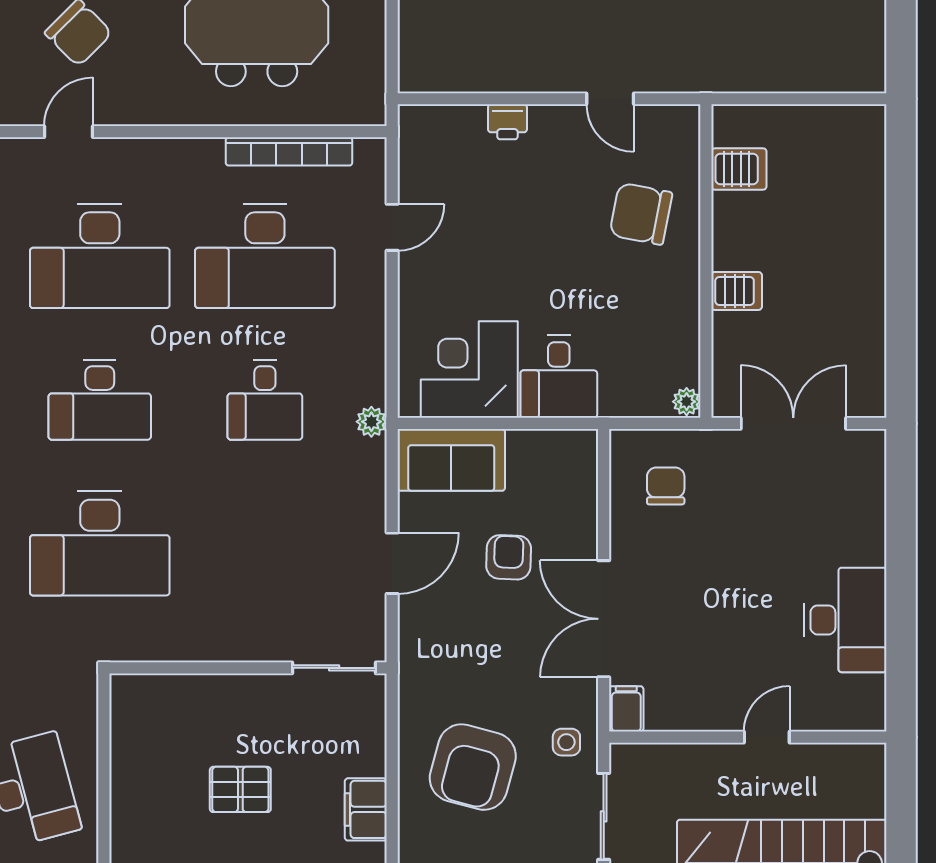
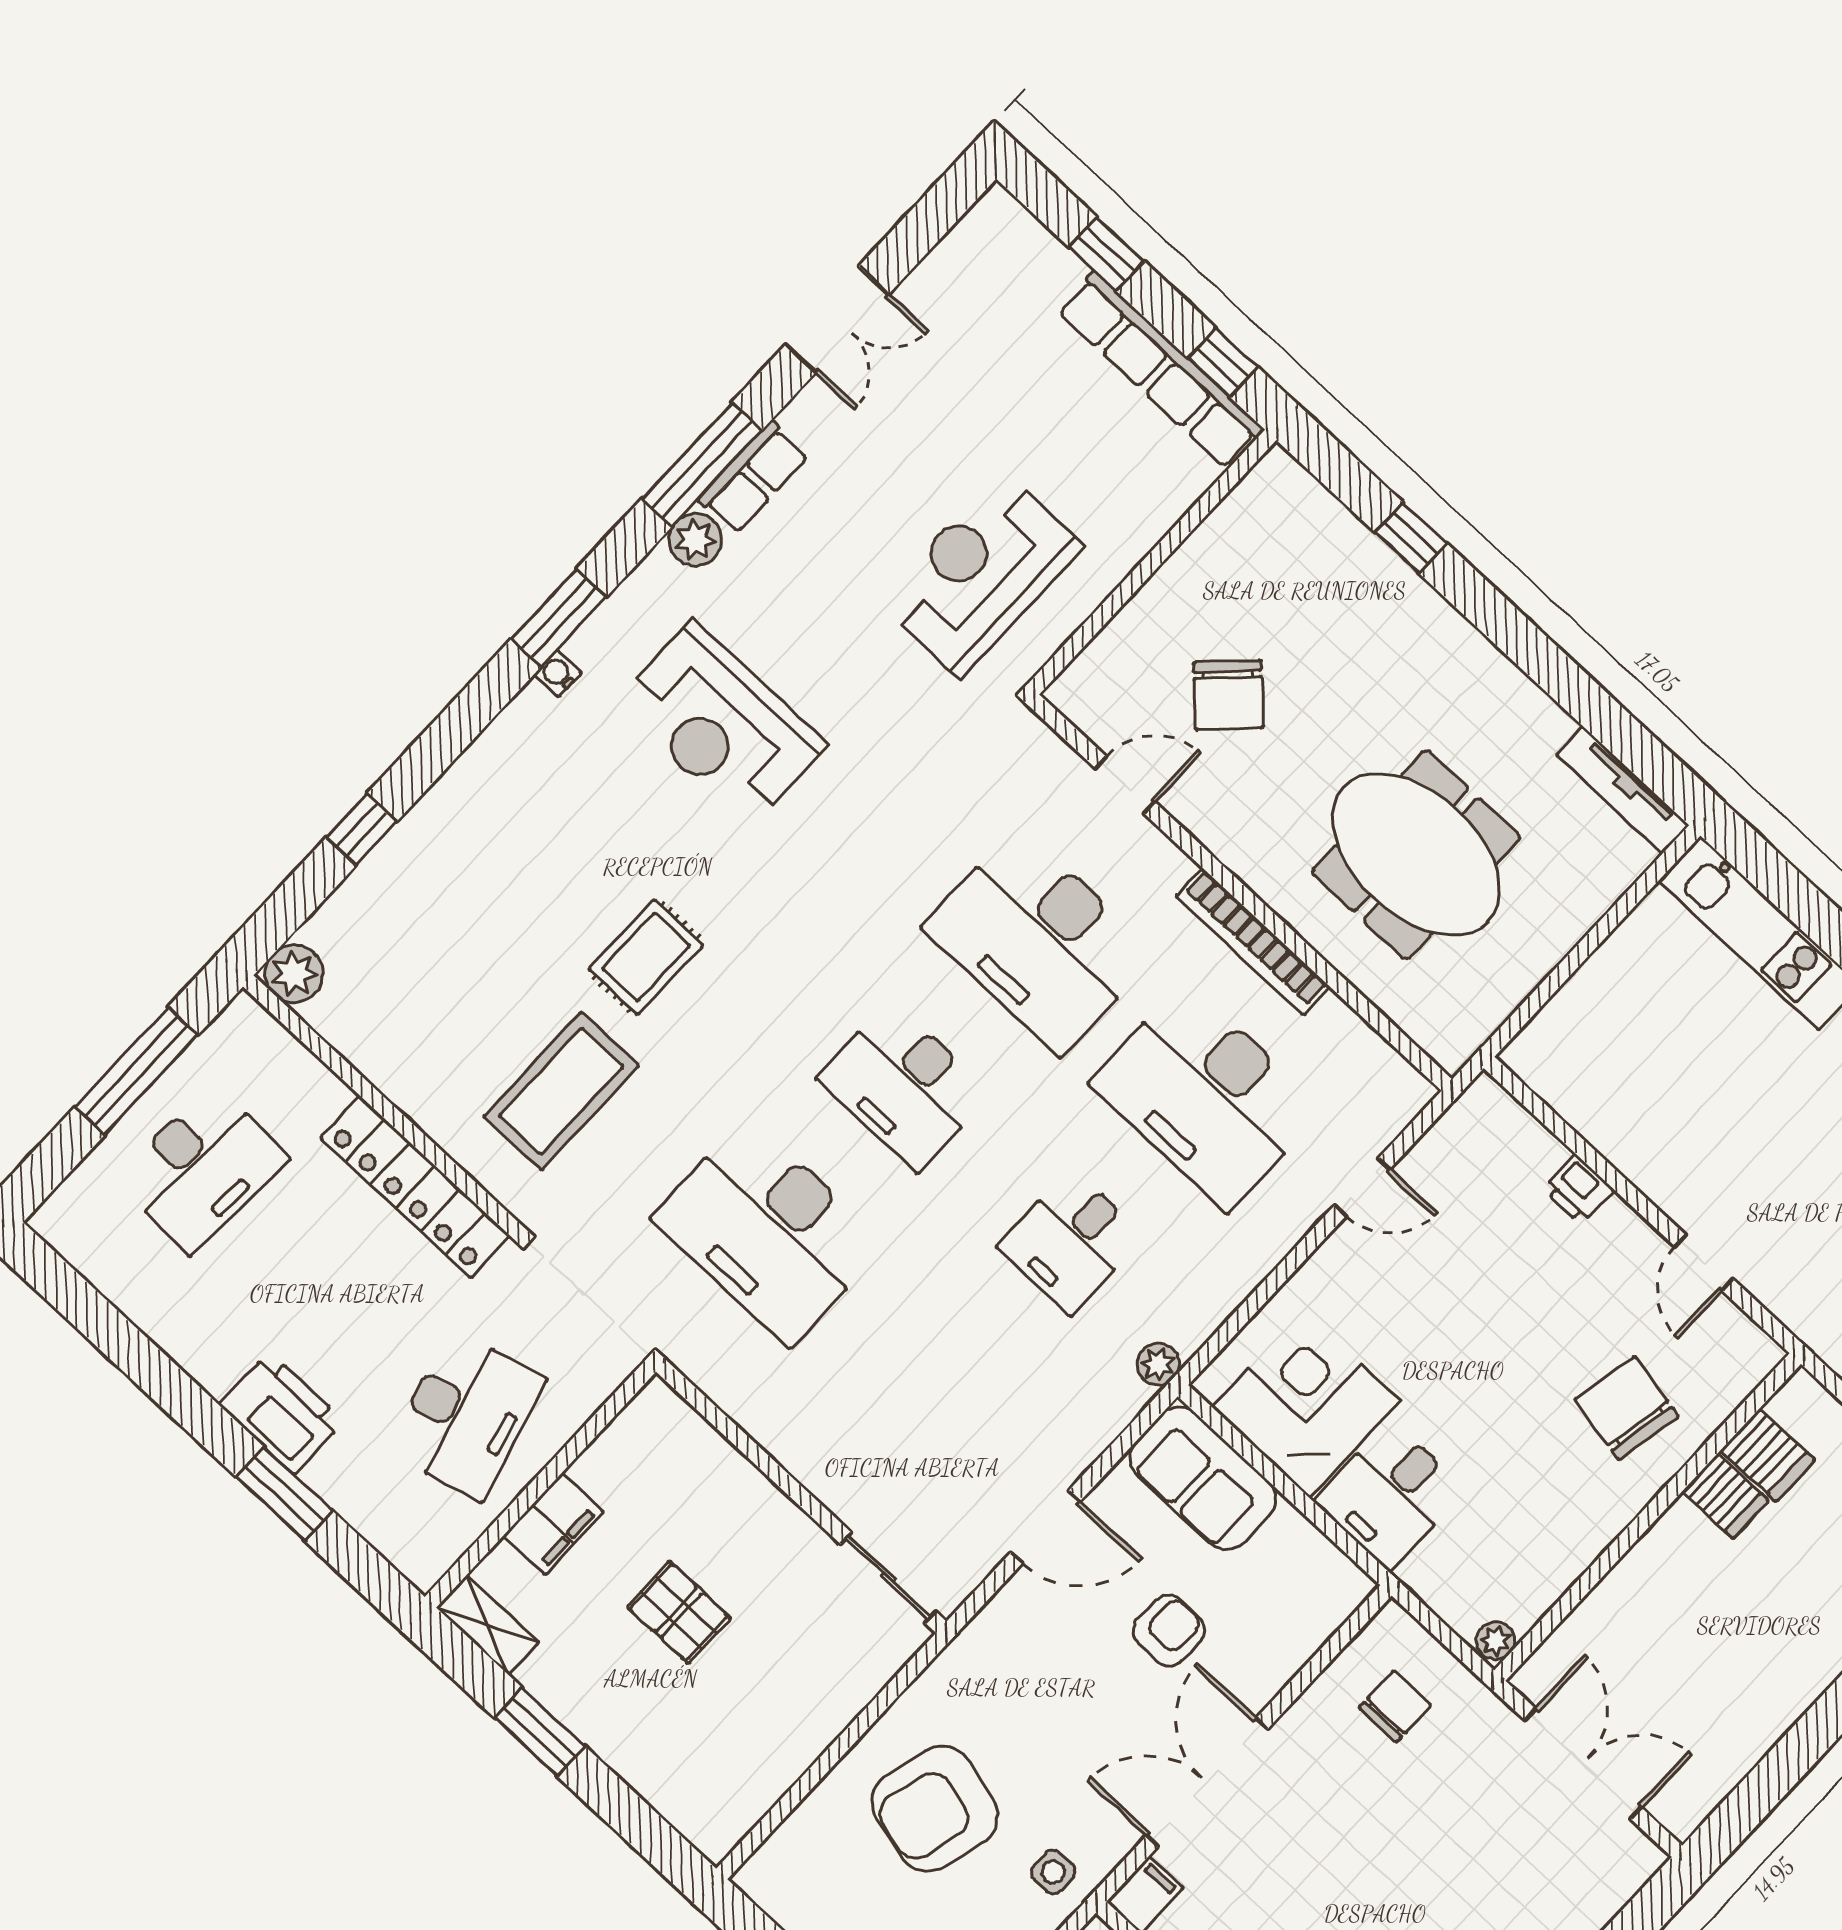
bookcase: (289, 151) -> (1253, 942), moved
server rack: (737, 291) -> (1725, 1496), moved
filing cabinet: (366, 809) -> (553, 1524), moved, turned 180

